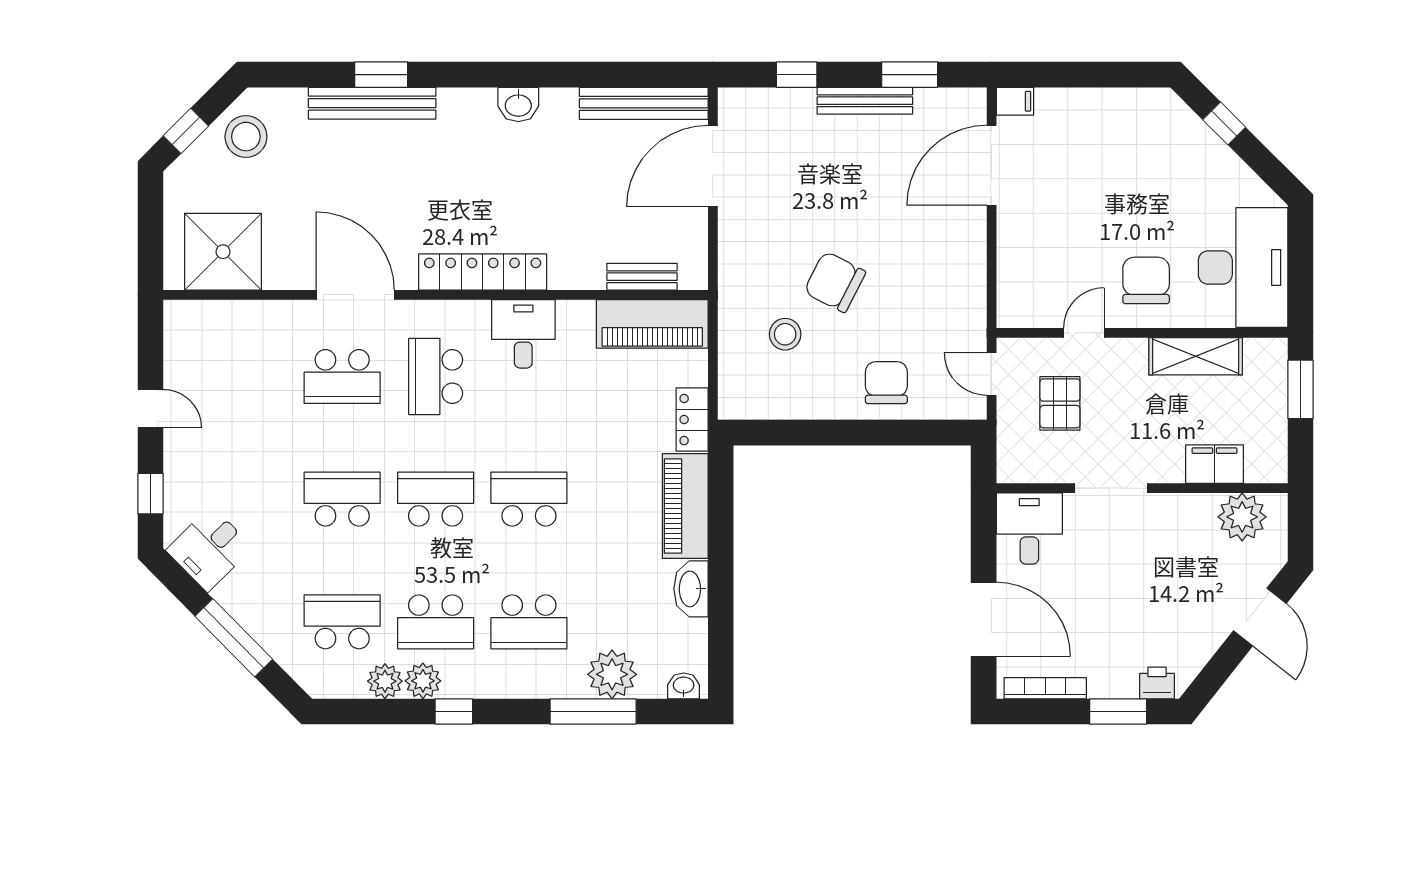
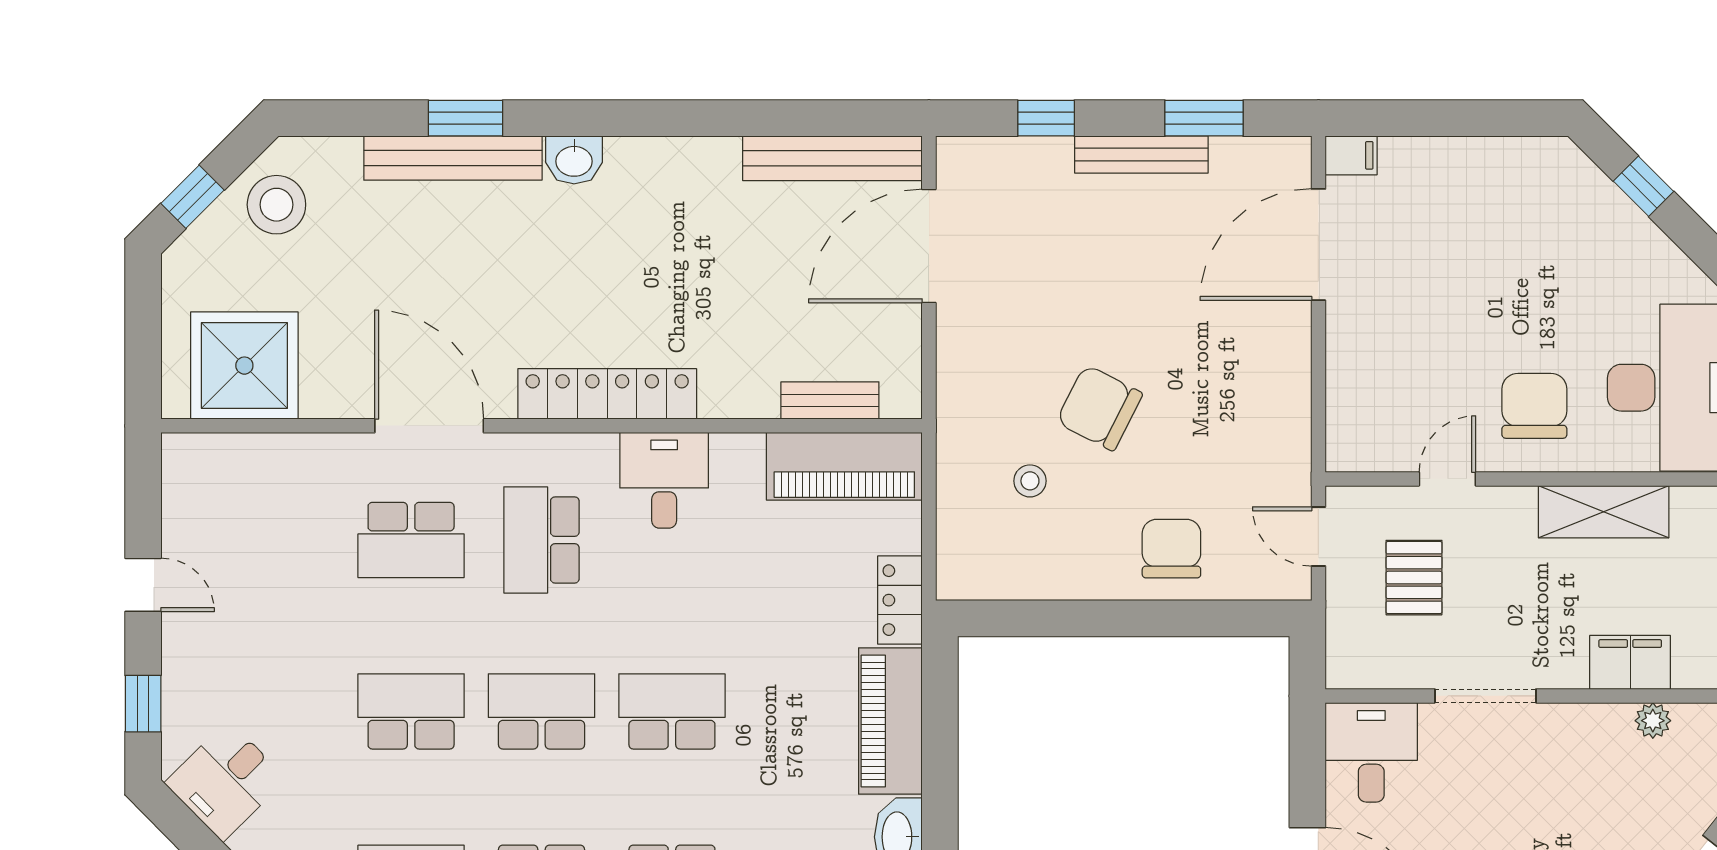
washbasin: (518, 105) -> (574, 160), moved
stool: (785, 334) -> (1030, 481), width x0.73, depth x0.73
plant: (1242, 517) -> (1653, 721), width x0.53, depth x0.53

